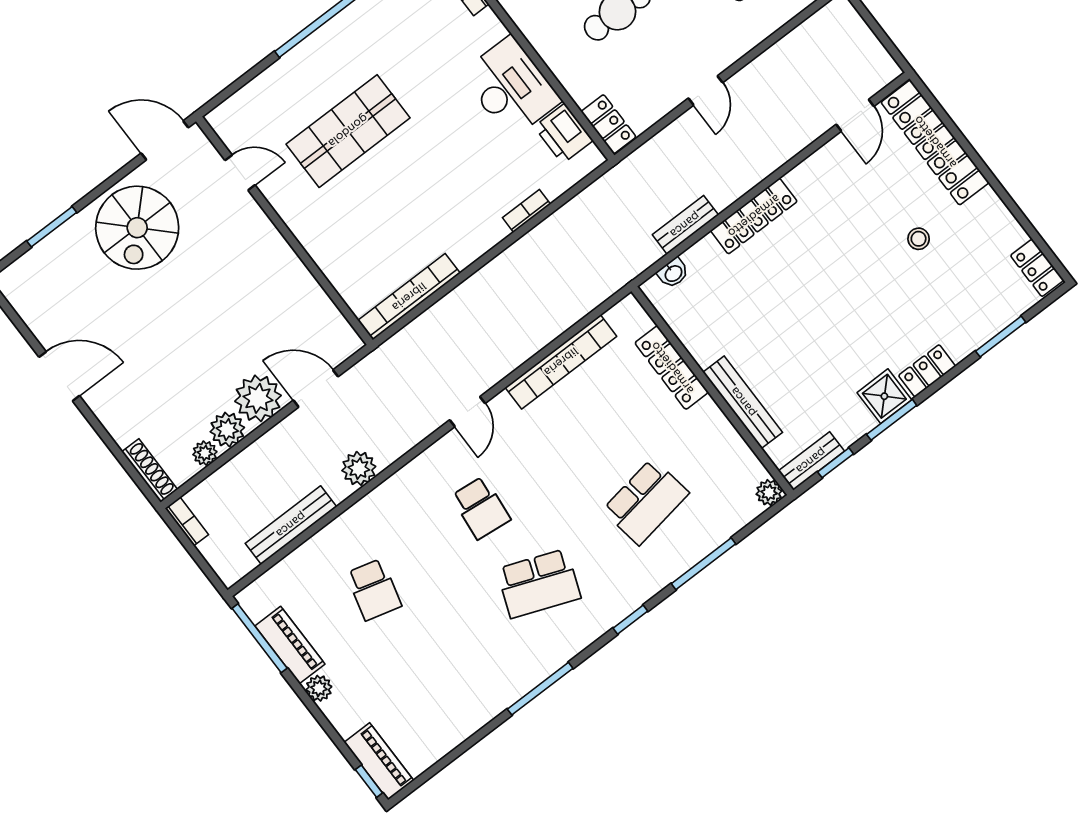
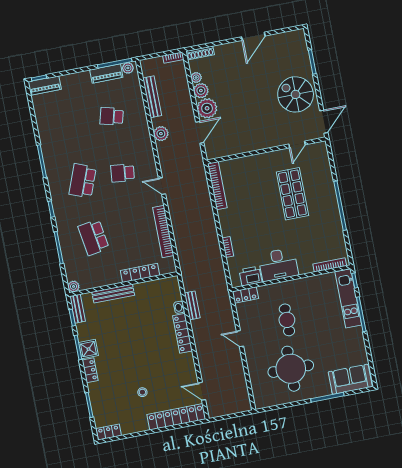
washbasin: (673, 273) -> (179, 307), moved
plant: (319, 688) -> (128, 68), moved

